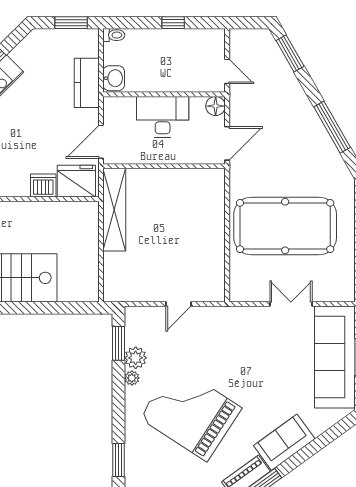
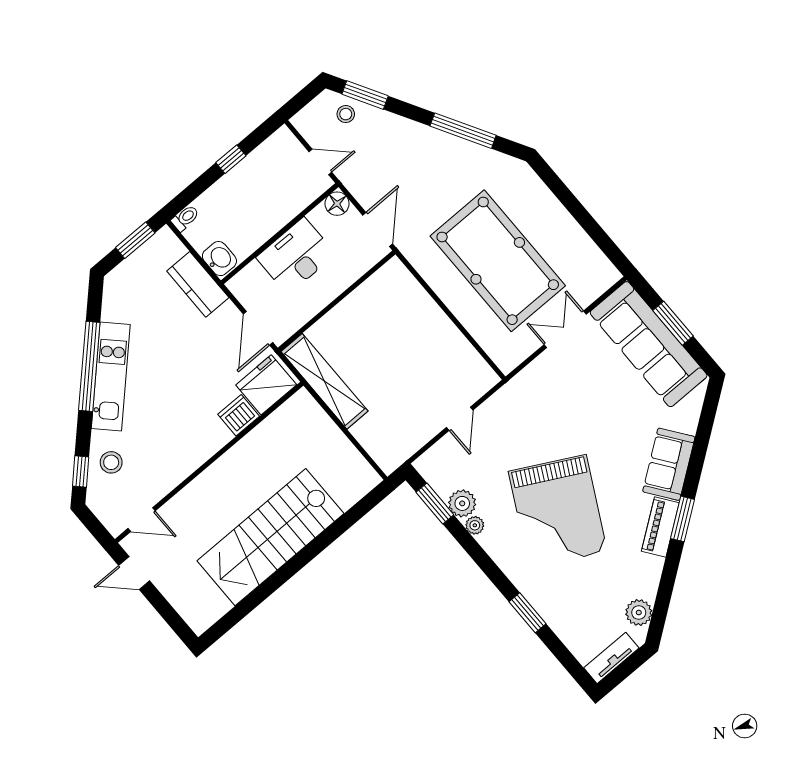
stool: (268, 55) -> (346, 114), added
pool table: (285, 226) -> (498, 261), turned 90
grand piano: (191, 413) -> (558, 511), turned -95

